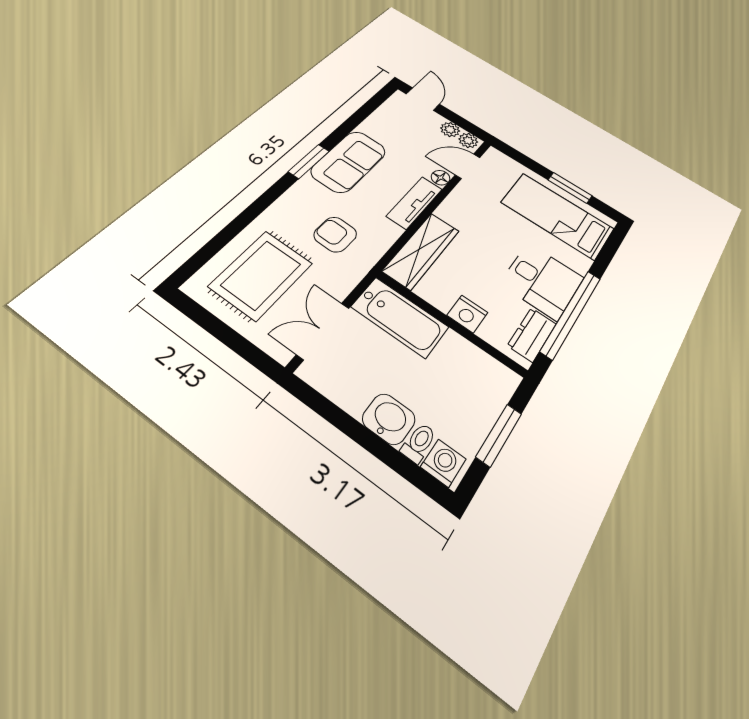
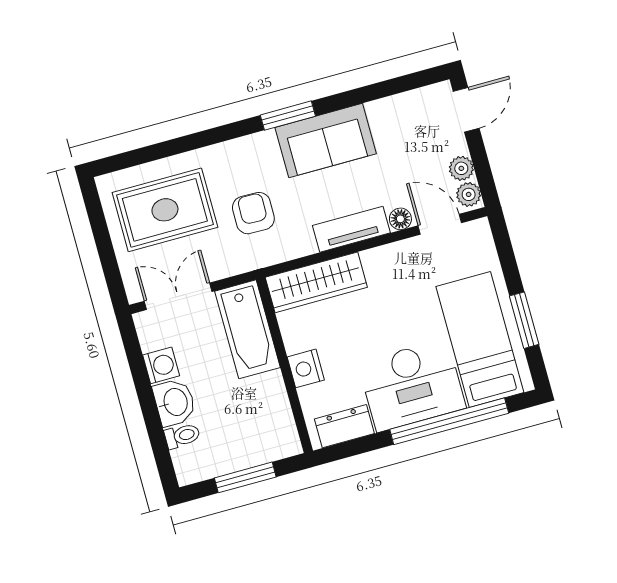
desk: (542, 281) -> (412, 385), width x1.37
window: (571, 314) -> (449, 421), moved
washing machine: (443, 463) -> (161, 365), moved

